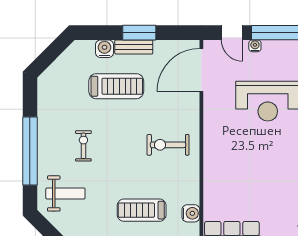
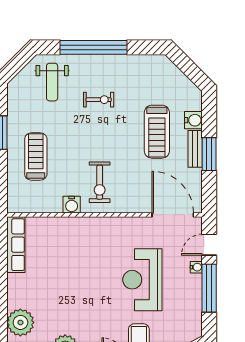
exercise bike: (168, 145) -> (100, 182), turned 180
water cooler: (191, 213) -> (72, 205), moved

